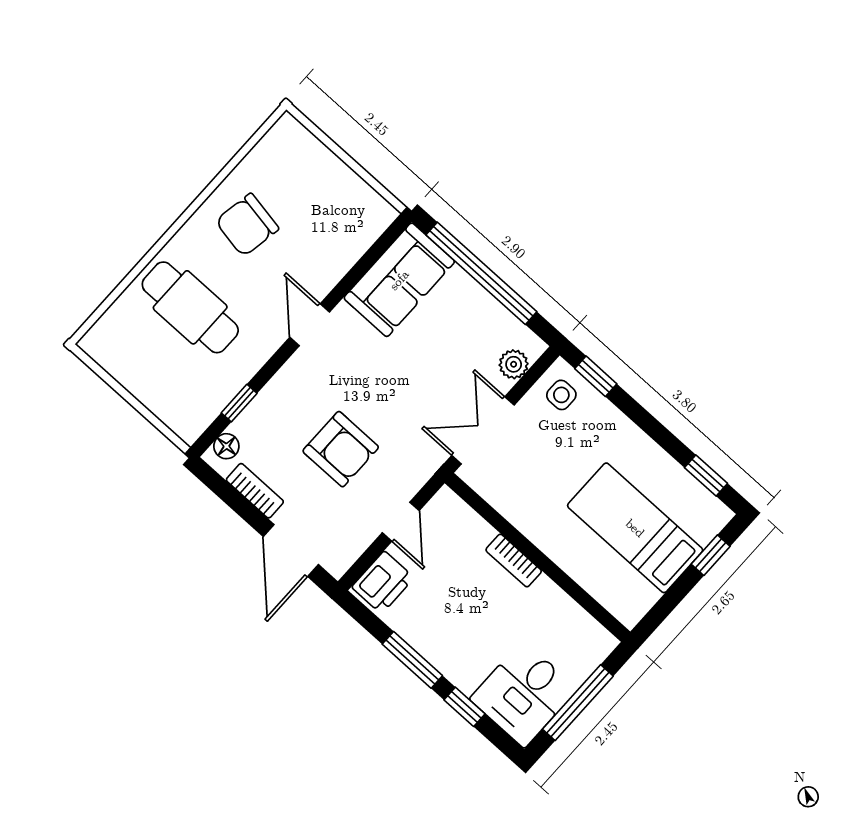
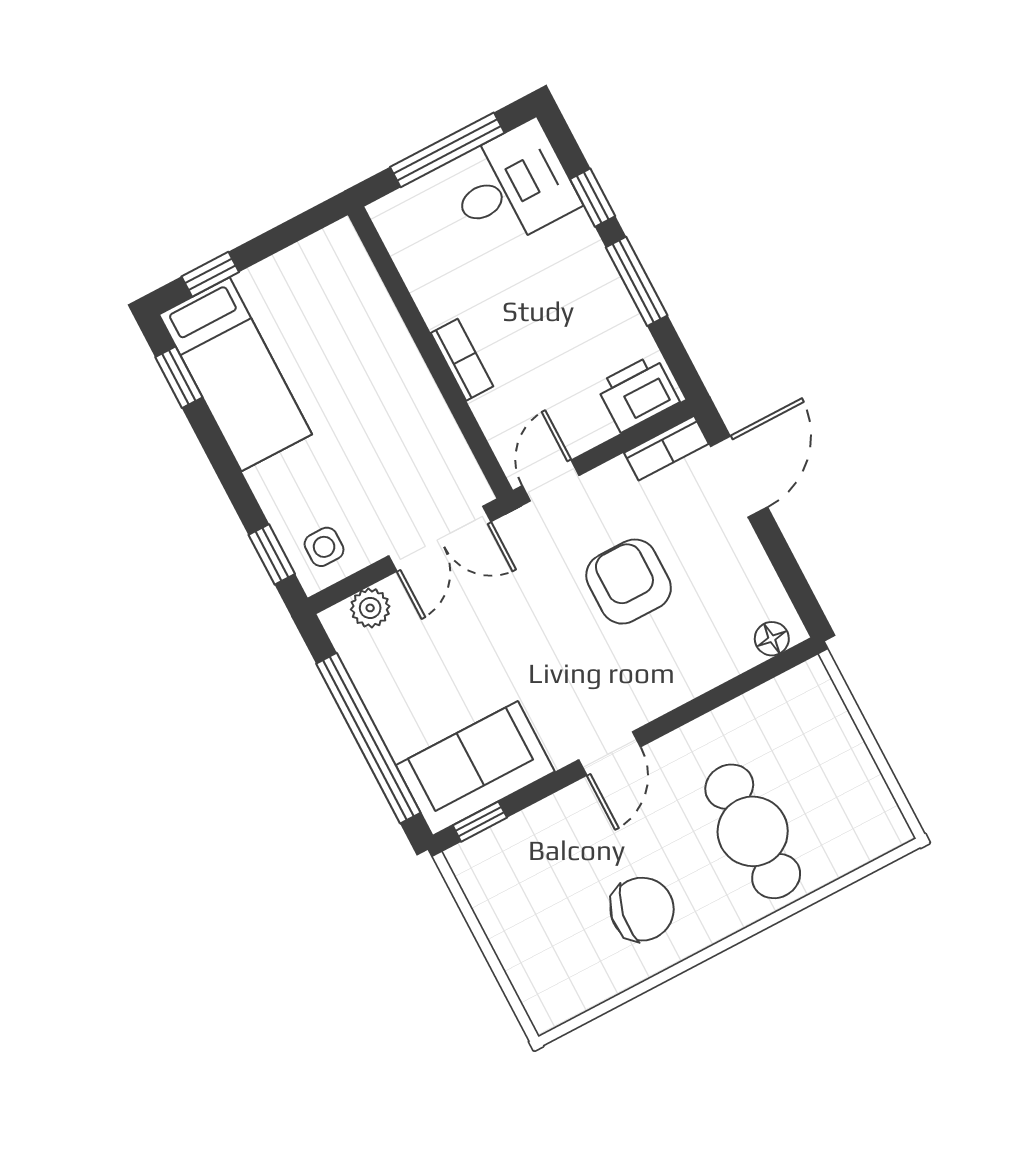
window: (239, 403) -> (480, 822), moved
bookcase: (255, 491) -> (666, 448), moved, turned -90
door: (401, 522) -> (551, 480), moved
bed: (635, 528) -> (236, 374), moved

